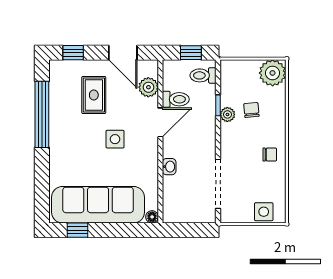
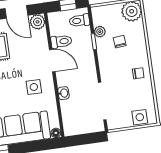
plant: (148, 87) -> (38, 22), moved
plant: (227, 114) -> (100, 32), moved
door: (160, 122) -> (52, 61), hinge flipped
side table: (115, 139) -> (34, 87), moved

